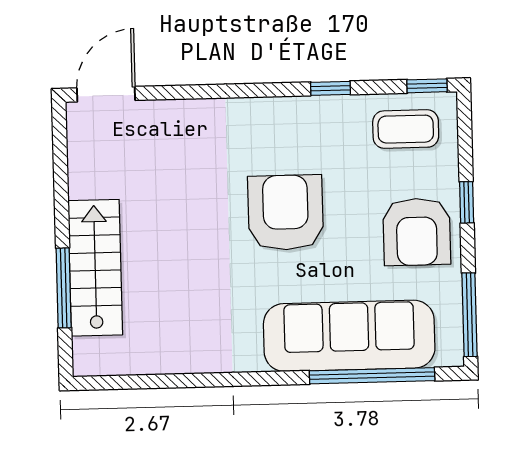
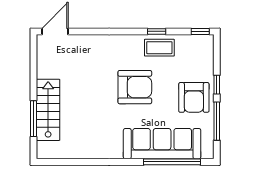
coffee table: (406, 129) -> (159, 48), moved
armchair: (286, 213) -> (135, 87), turned 90
window: (470, 315) -> (217, 121), moved

